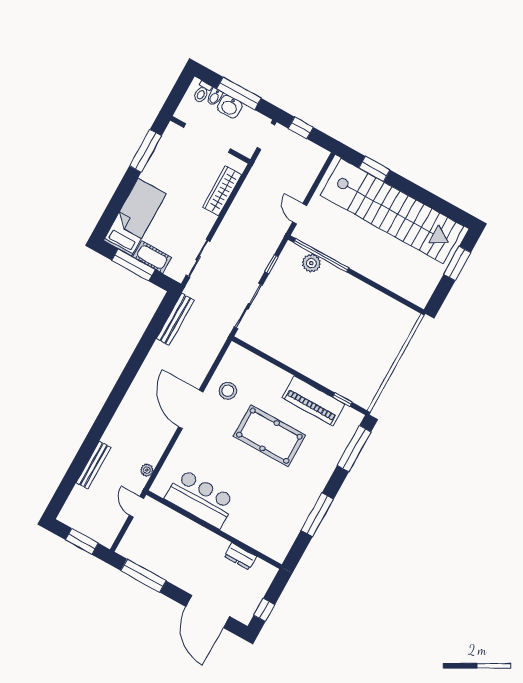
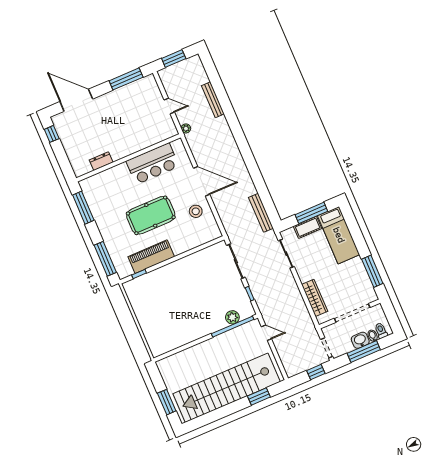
bar counter: (200, 499) -> (152, 164), moved
wall: (214, 530) -> (128, 158), moved
dresser: (240, 556) -> (101, 161), moved

